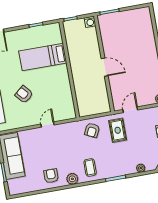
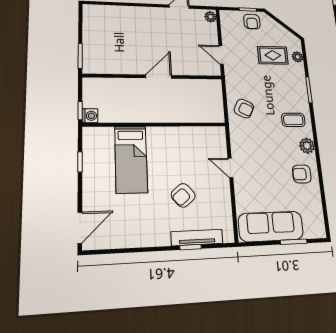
washing machine: (90, 22) -> (90, 116), moved
rug: (118, 130) -> (273, 55), moved

